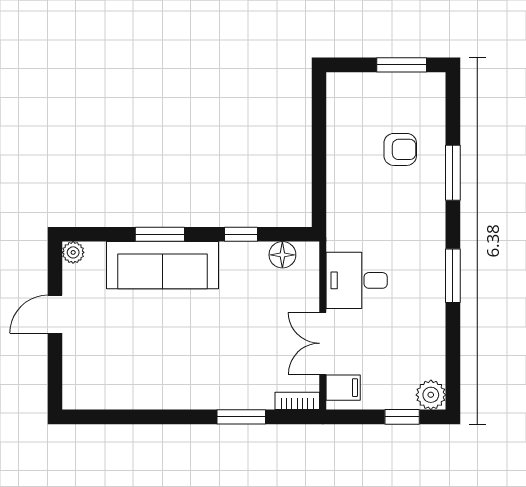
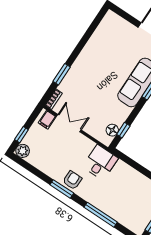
armchair: (400, 149) -> (72, 180), moved, turned 180
window: (453, 173) -> (101, 215), width x1.44
window: (241, 234) -> (123, 130), moved
desk: (357, 280) -> (100, 162), moved

